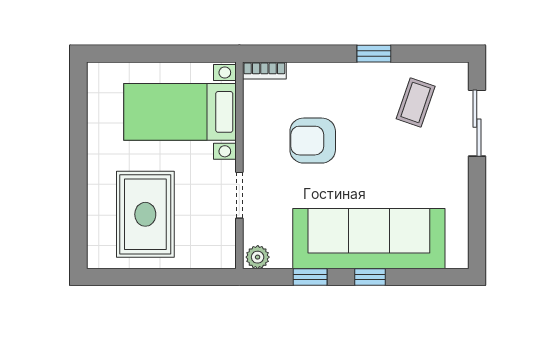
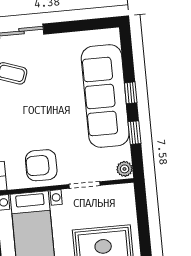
armchair: (313, 141) -> (41, 165), moved, turned 90

